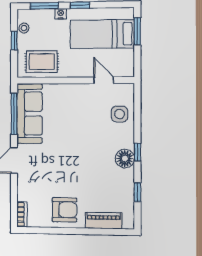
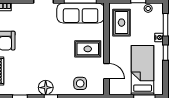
door: (104, 80) -> (107, 71), hinge flipped
rug: (75, 104) -> (88, 49), added

